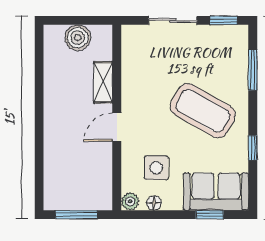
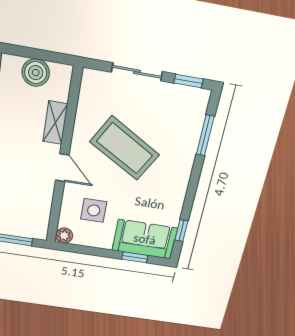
coffee table: (203, 111) -> (125, 148), moved
door: (117, 127) -> (62, 168), swing flipped
window: (253, 148) -> (181, 231), moved
floor lamp: (154, 203) -> (86, 240), removed

